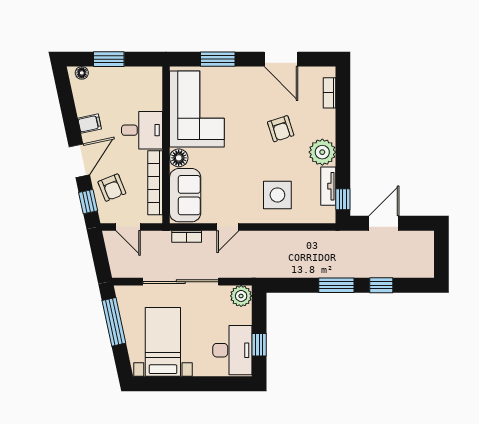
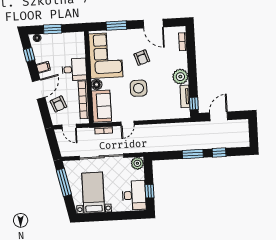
armchair: (281, 129) -> (142, 58), moved
side table: (277, 195) -> (139, 88), moved
window: (88, 202) -> (29, 55), moved

